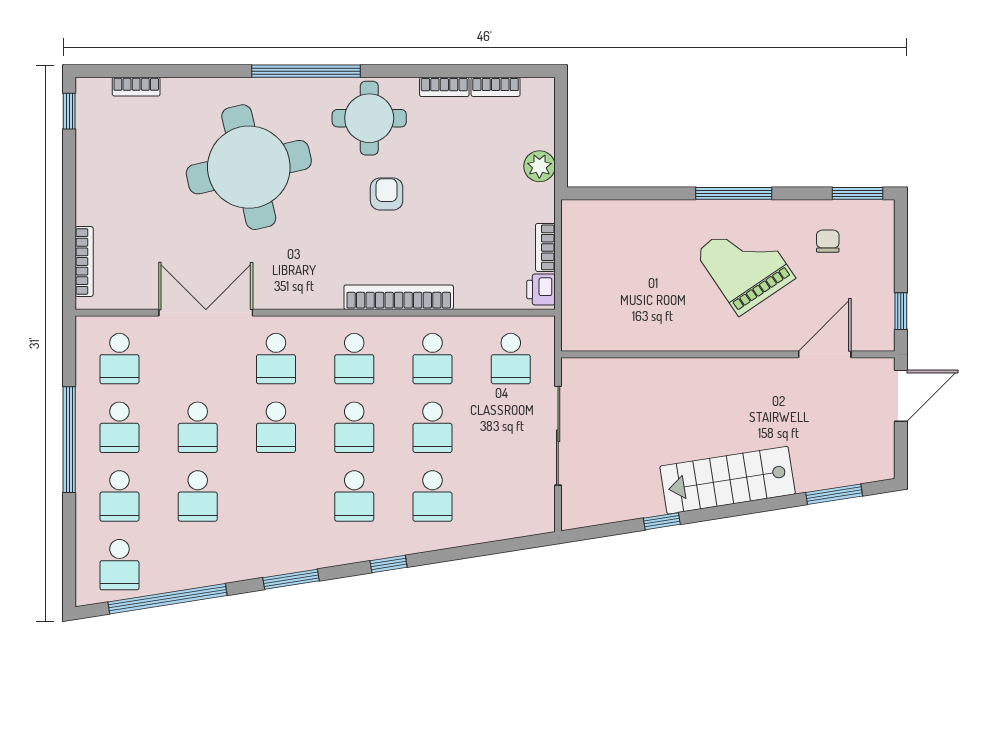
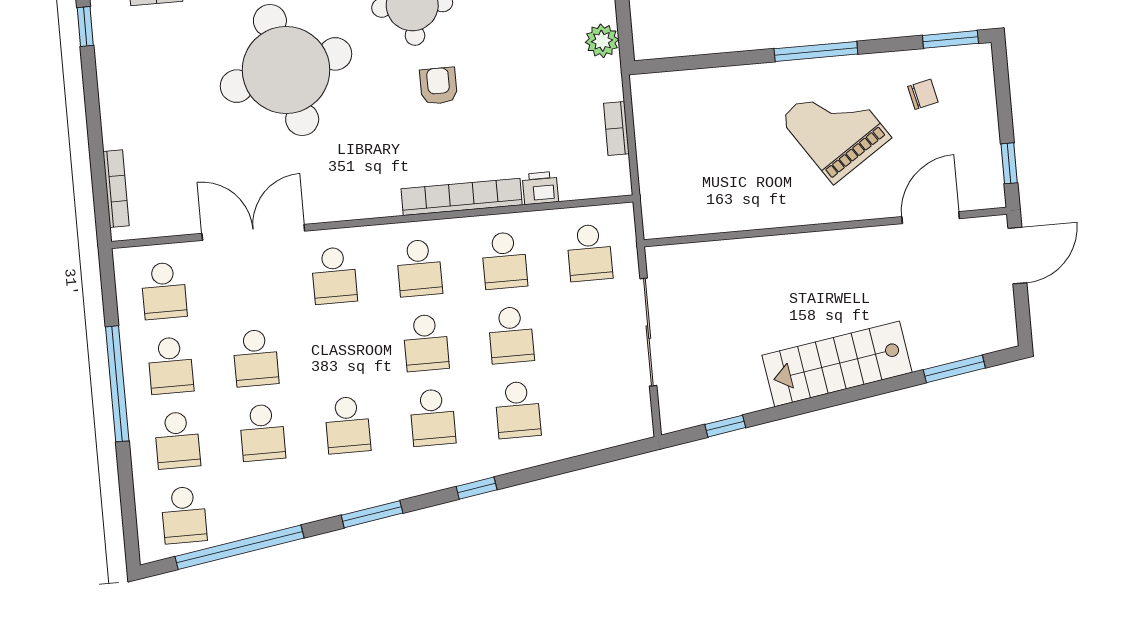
chair: (828, 241) -> (923, 94), turned 77
printer: (541, 289) -> (540, 188), moved, turned 90
school desk: (276, 427) -> (347, 425), moved
window: (662, 521) -> (725, 426), moved

